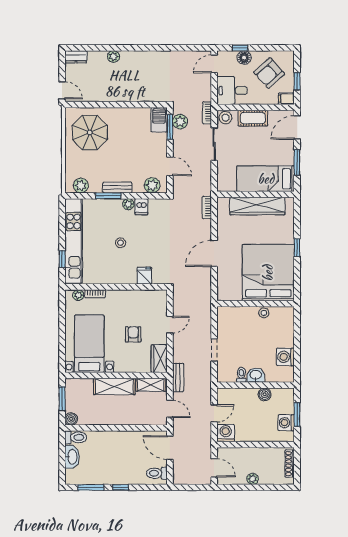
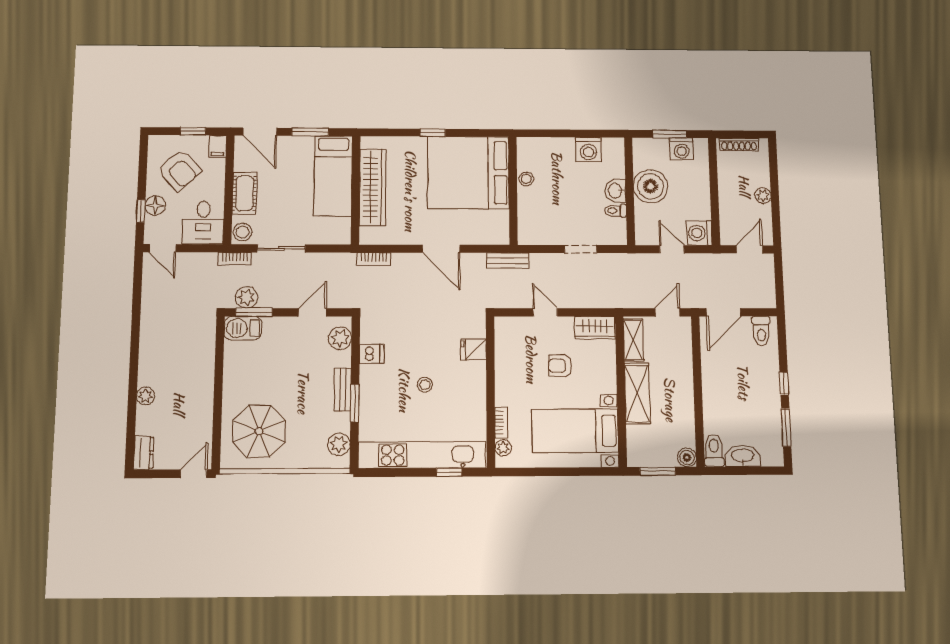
plant: (128, 204) -> (368, 373), removed
bench: (178, 377) -> (508, 261), moved
boiler: (265, 394) -> (651, 186), width x1.86, depth x1.86

